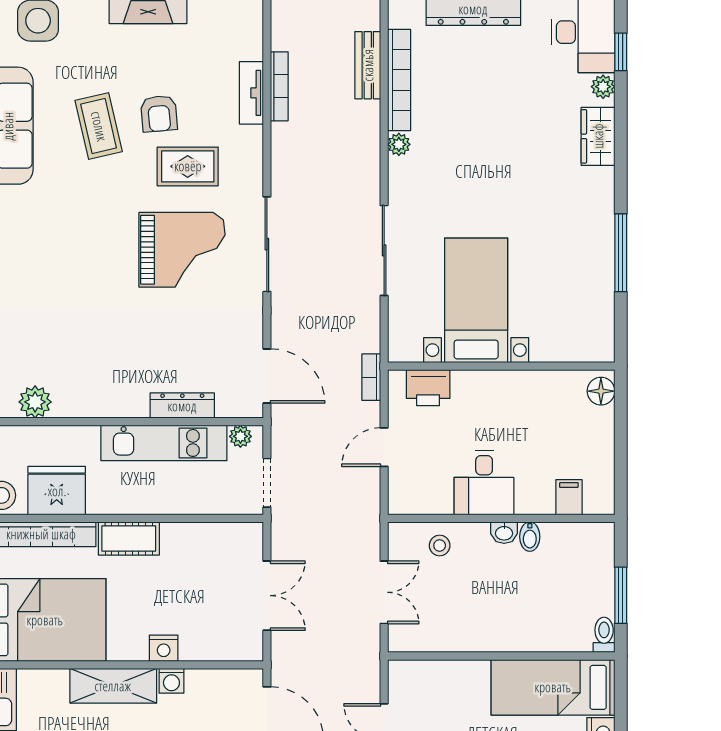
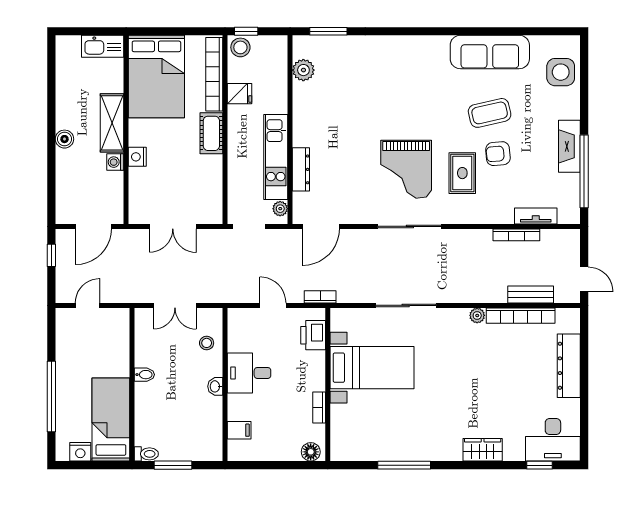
plant: (603, 87) -> (516, 453), removed
tv unit: (251, 93) -> (536, 216), moved
bookcase: (535, 379) -> (319, 407), added
fridge: (57, 491) -> (240, 94), width x0.53, depth x0.75
bidet: (530, 537) -> (144, 375), moved, turned 180

